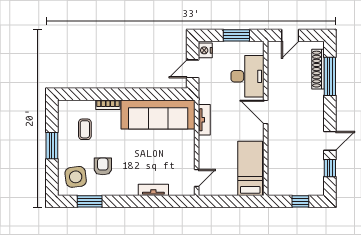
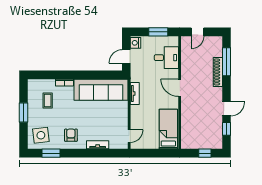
shoe rack: (318, 69) -> (218, 72), moved
desk: (247, 76) -> (166, 58), width x0.73
armchair: (103, 166) -> (71, 135), moved

